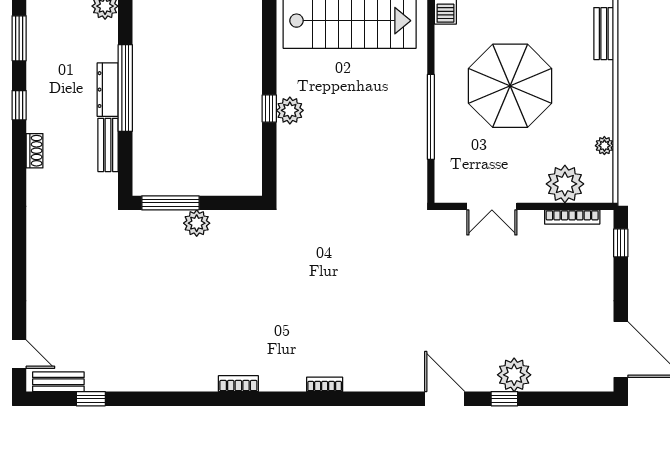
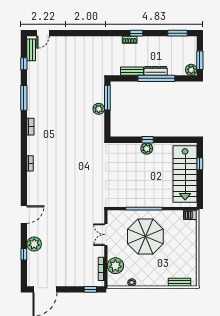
parasol: (510, 86) -> (145, 236), moved
window: (19, 105) -> (136, 33), moved
window: (171, 399) -> (24, 98), added
window: (504, 399) -> (24, 254), moved

